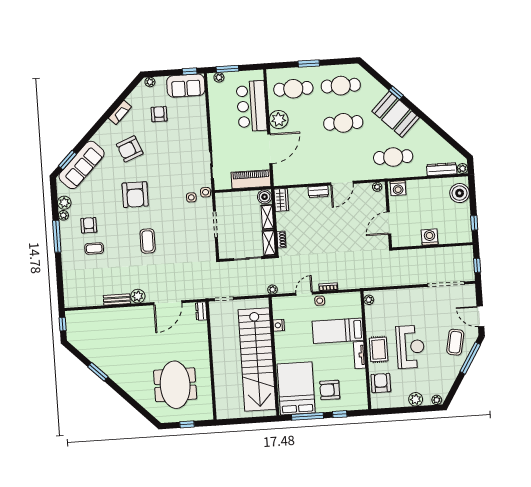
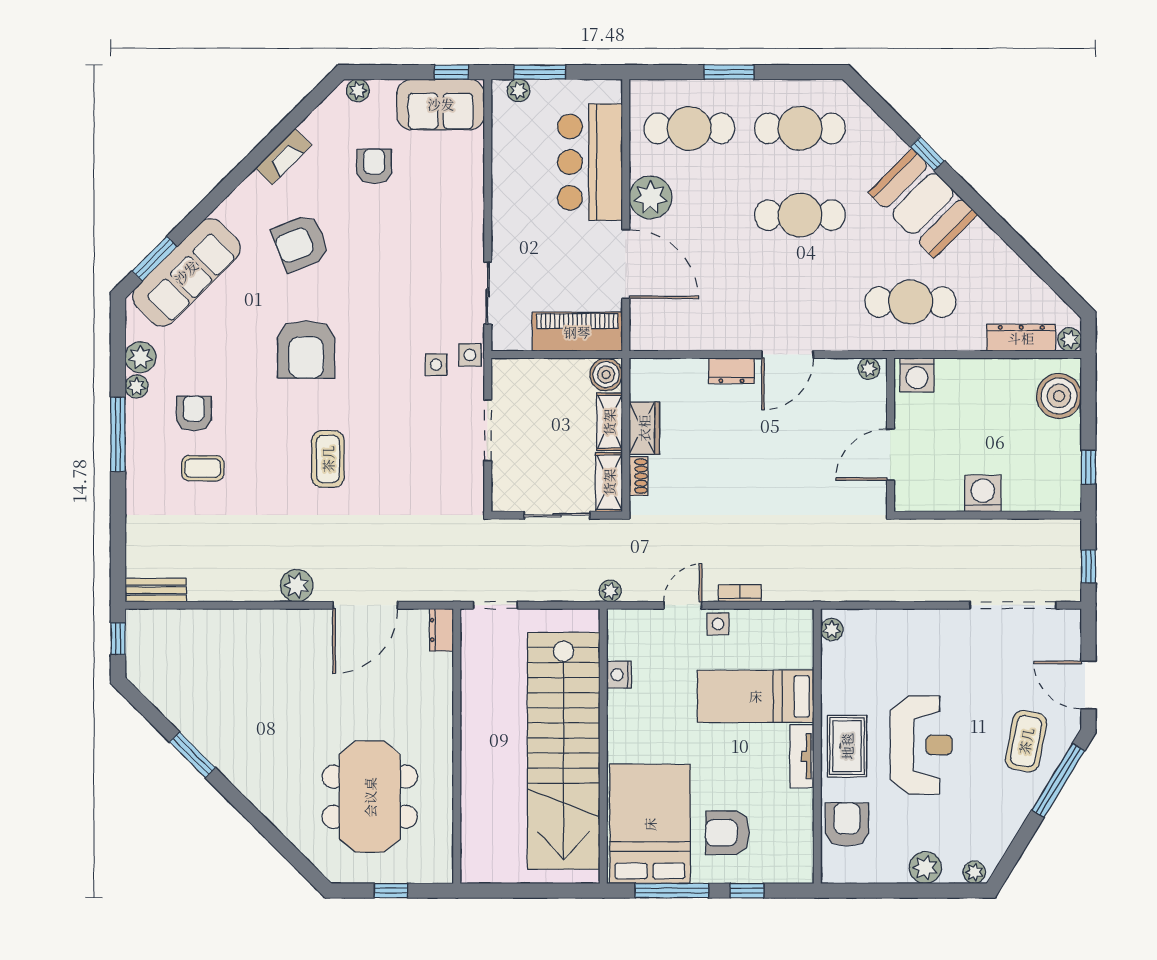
door: (270, 149) -> (626, 264), hinge flipped
wardrobe: (281, 200) -> (644, 428), moved
bench: (117, 300) -> (156, 590), moved

